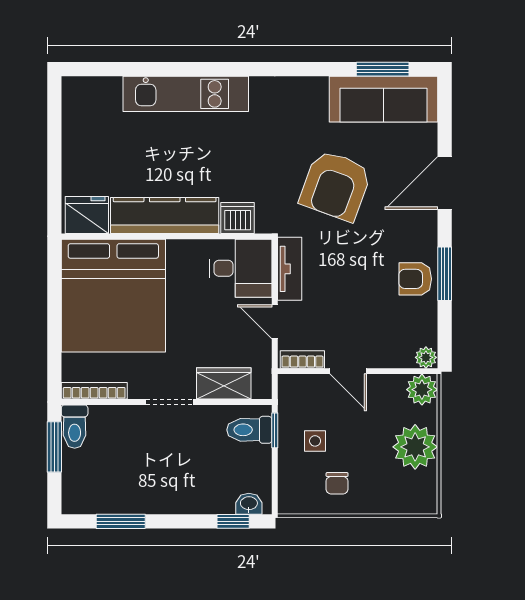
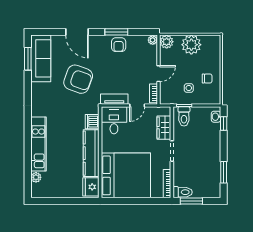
plant: (109, 88) -> (36, 177), added

